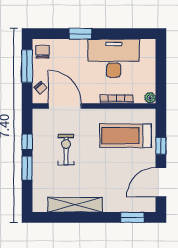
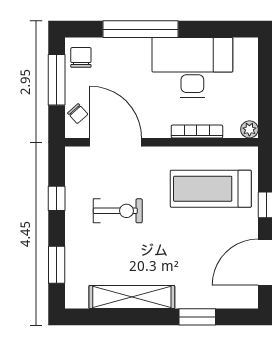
window: (81, 34) -> (140, 29), width x2.11
exercise bike: (66, 150) -> (118, 211), turned 90
window: (27, 168) -> (57, 265), moved
window: (132, 217) -> (197, 317), moved

